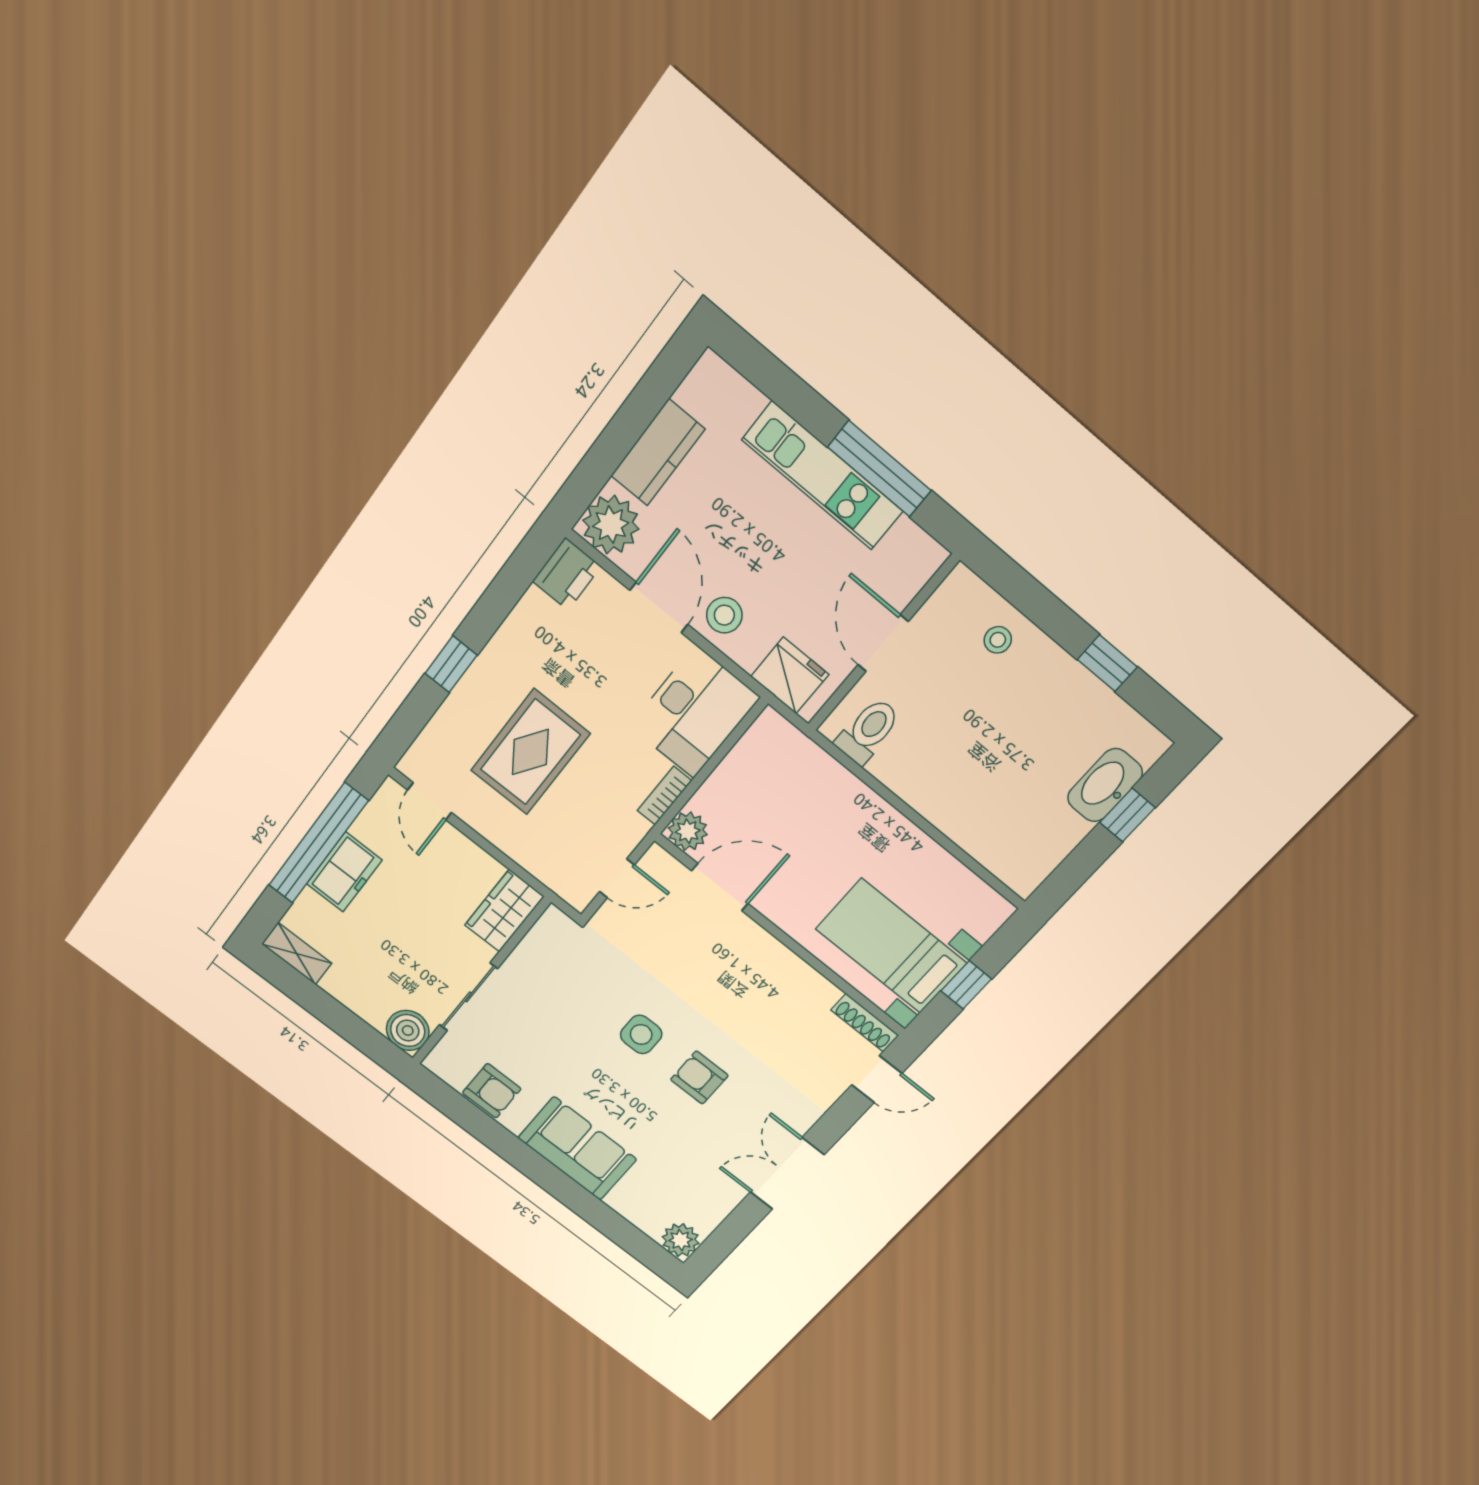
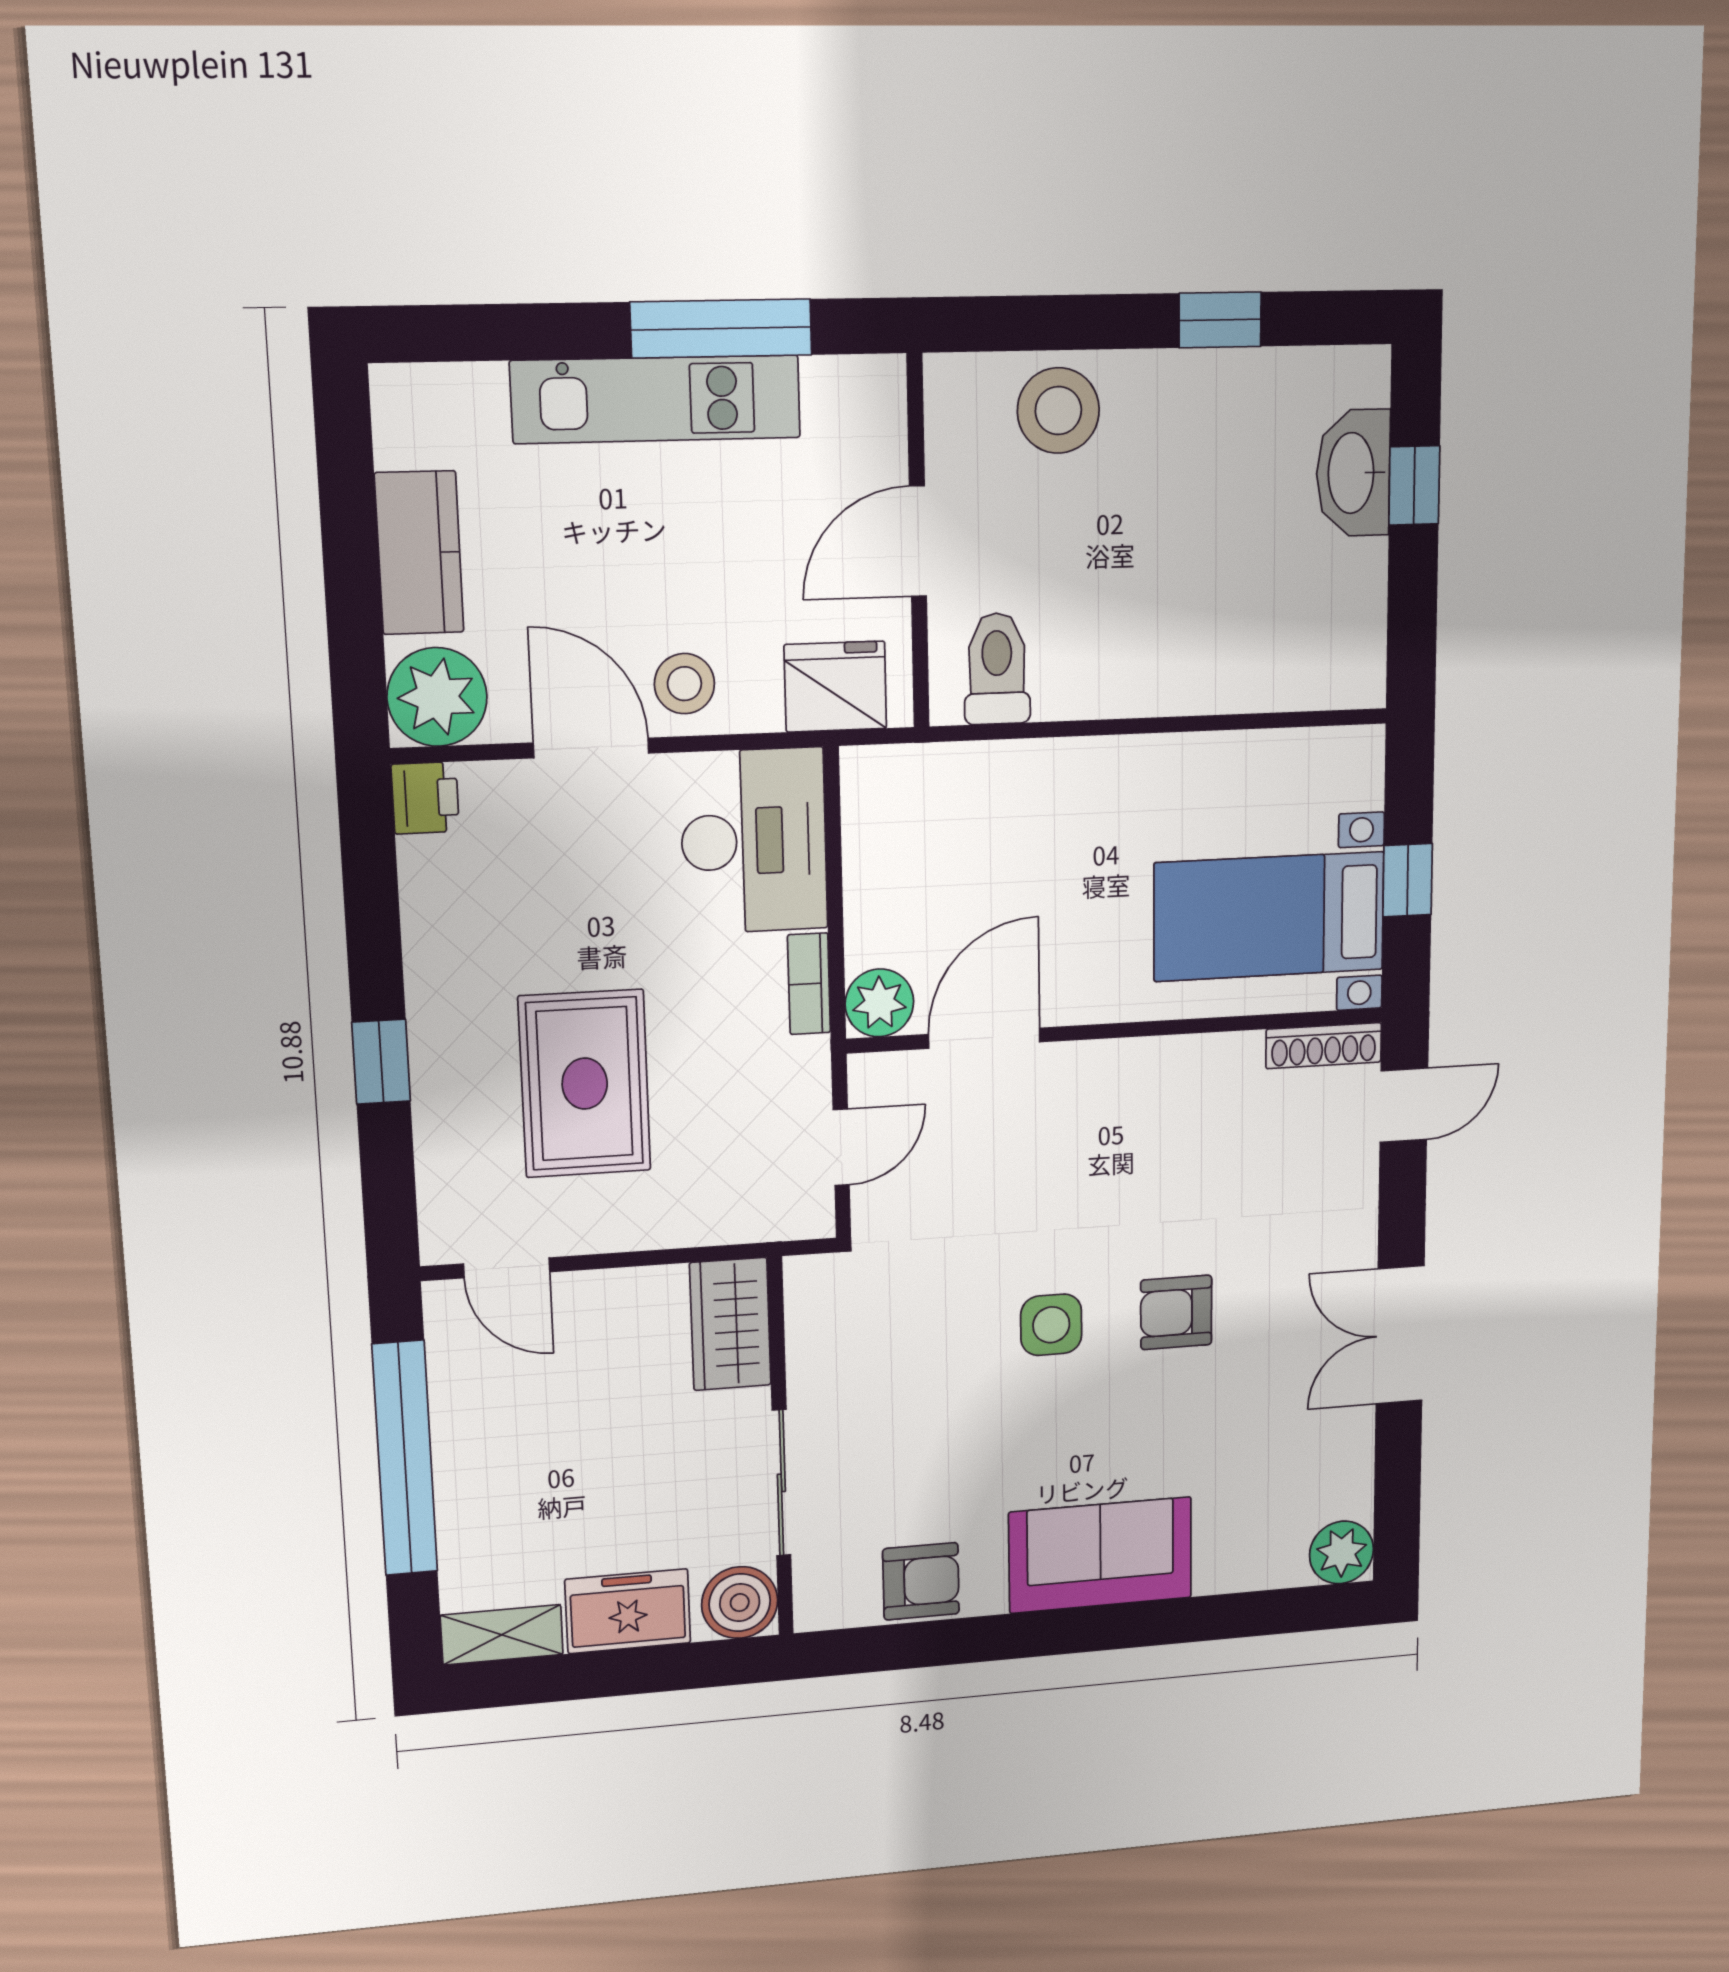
printer: (567, 574) -> (425, 798), width x0.73, depth x0.81
stool: (998, 640) -> (1058, 410), width x1.89, depth x1.89
door: (883, 643) -> (918, 541), hinge flipped
freezer: (344, 872) -> (628, 1611), moved, turned -90

